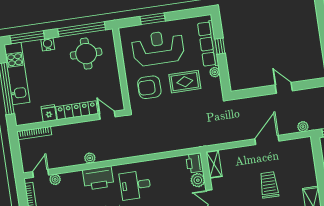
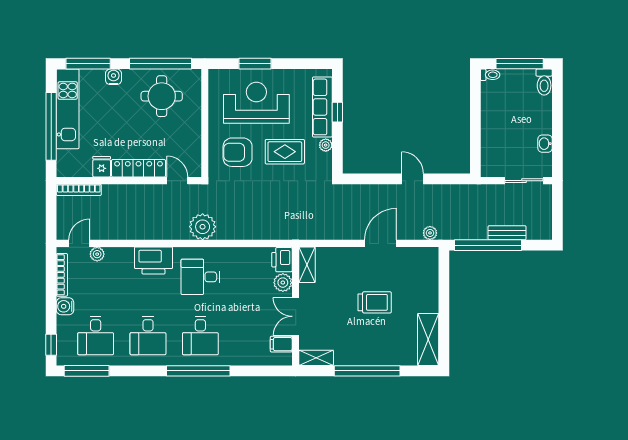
plant: (90, 158) -> (203, 227), moved, width x1.88, depth x1.88
trolley: (269, 185) -> (375, 302), turned 90

